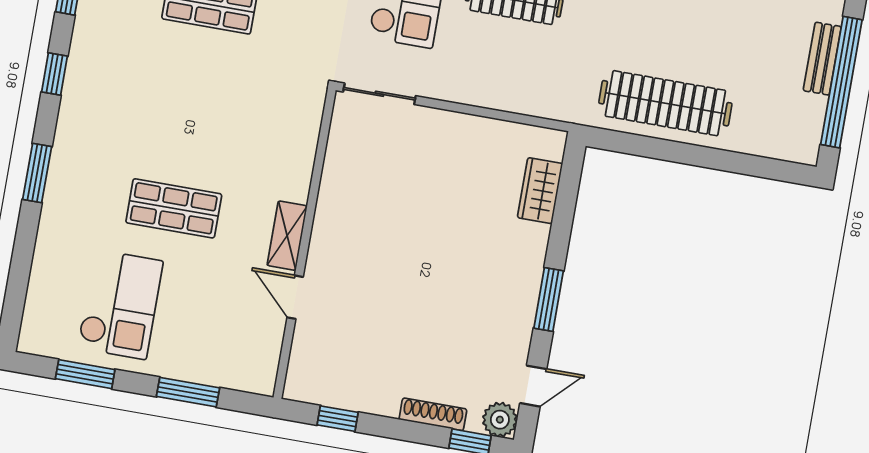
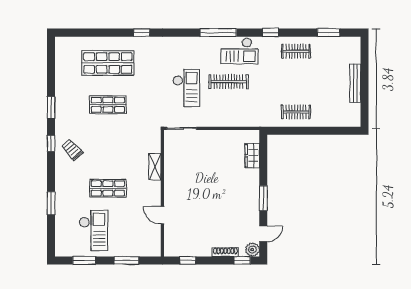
bench: (822, 59) -> (355, 83), width x1.36
window: (841, 82) -> (365, 91), removed
trolley: (103, 98) -> (72, 150), added
clothes rail: (665, 103) -> (296, 112), width x0.54, depth x0.76
window: (37, 173) -> (51, 203), moved
shelving: (287, 236) -> (155, 167), moved

